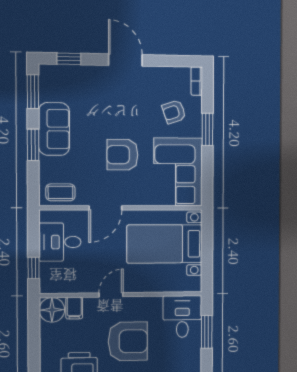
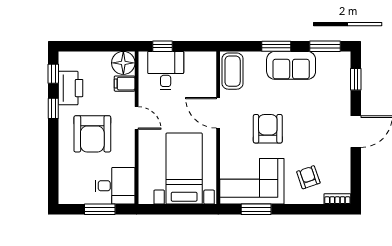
window: (207, 129) -> (256, 209), moved
coffee table: (60, 192) -> (233, 71), width x1.36, depth x1.30
desk: (60, 242) -> (166, 71), moved

